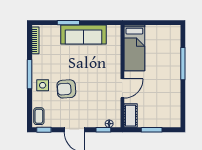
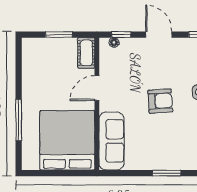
sofa: (84, 35) -> (112, 141), moved, turned 90
bed: (134, 48) -> (67, 140), width x2.04
armchair: (66, 89) -> (160, 101), moved

